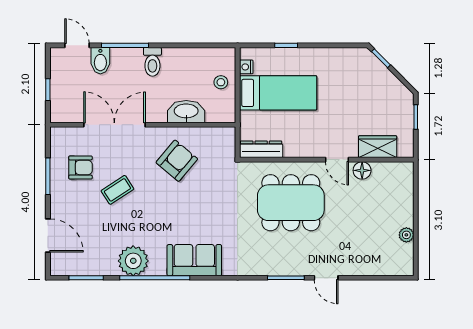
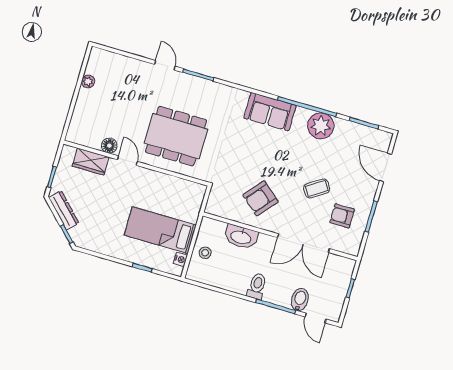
dresser: (261, 149) -> (64, 210), moved, turned -135

